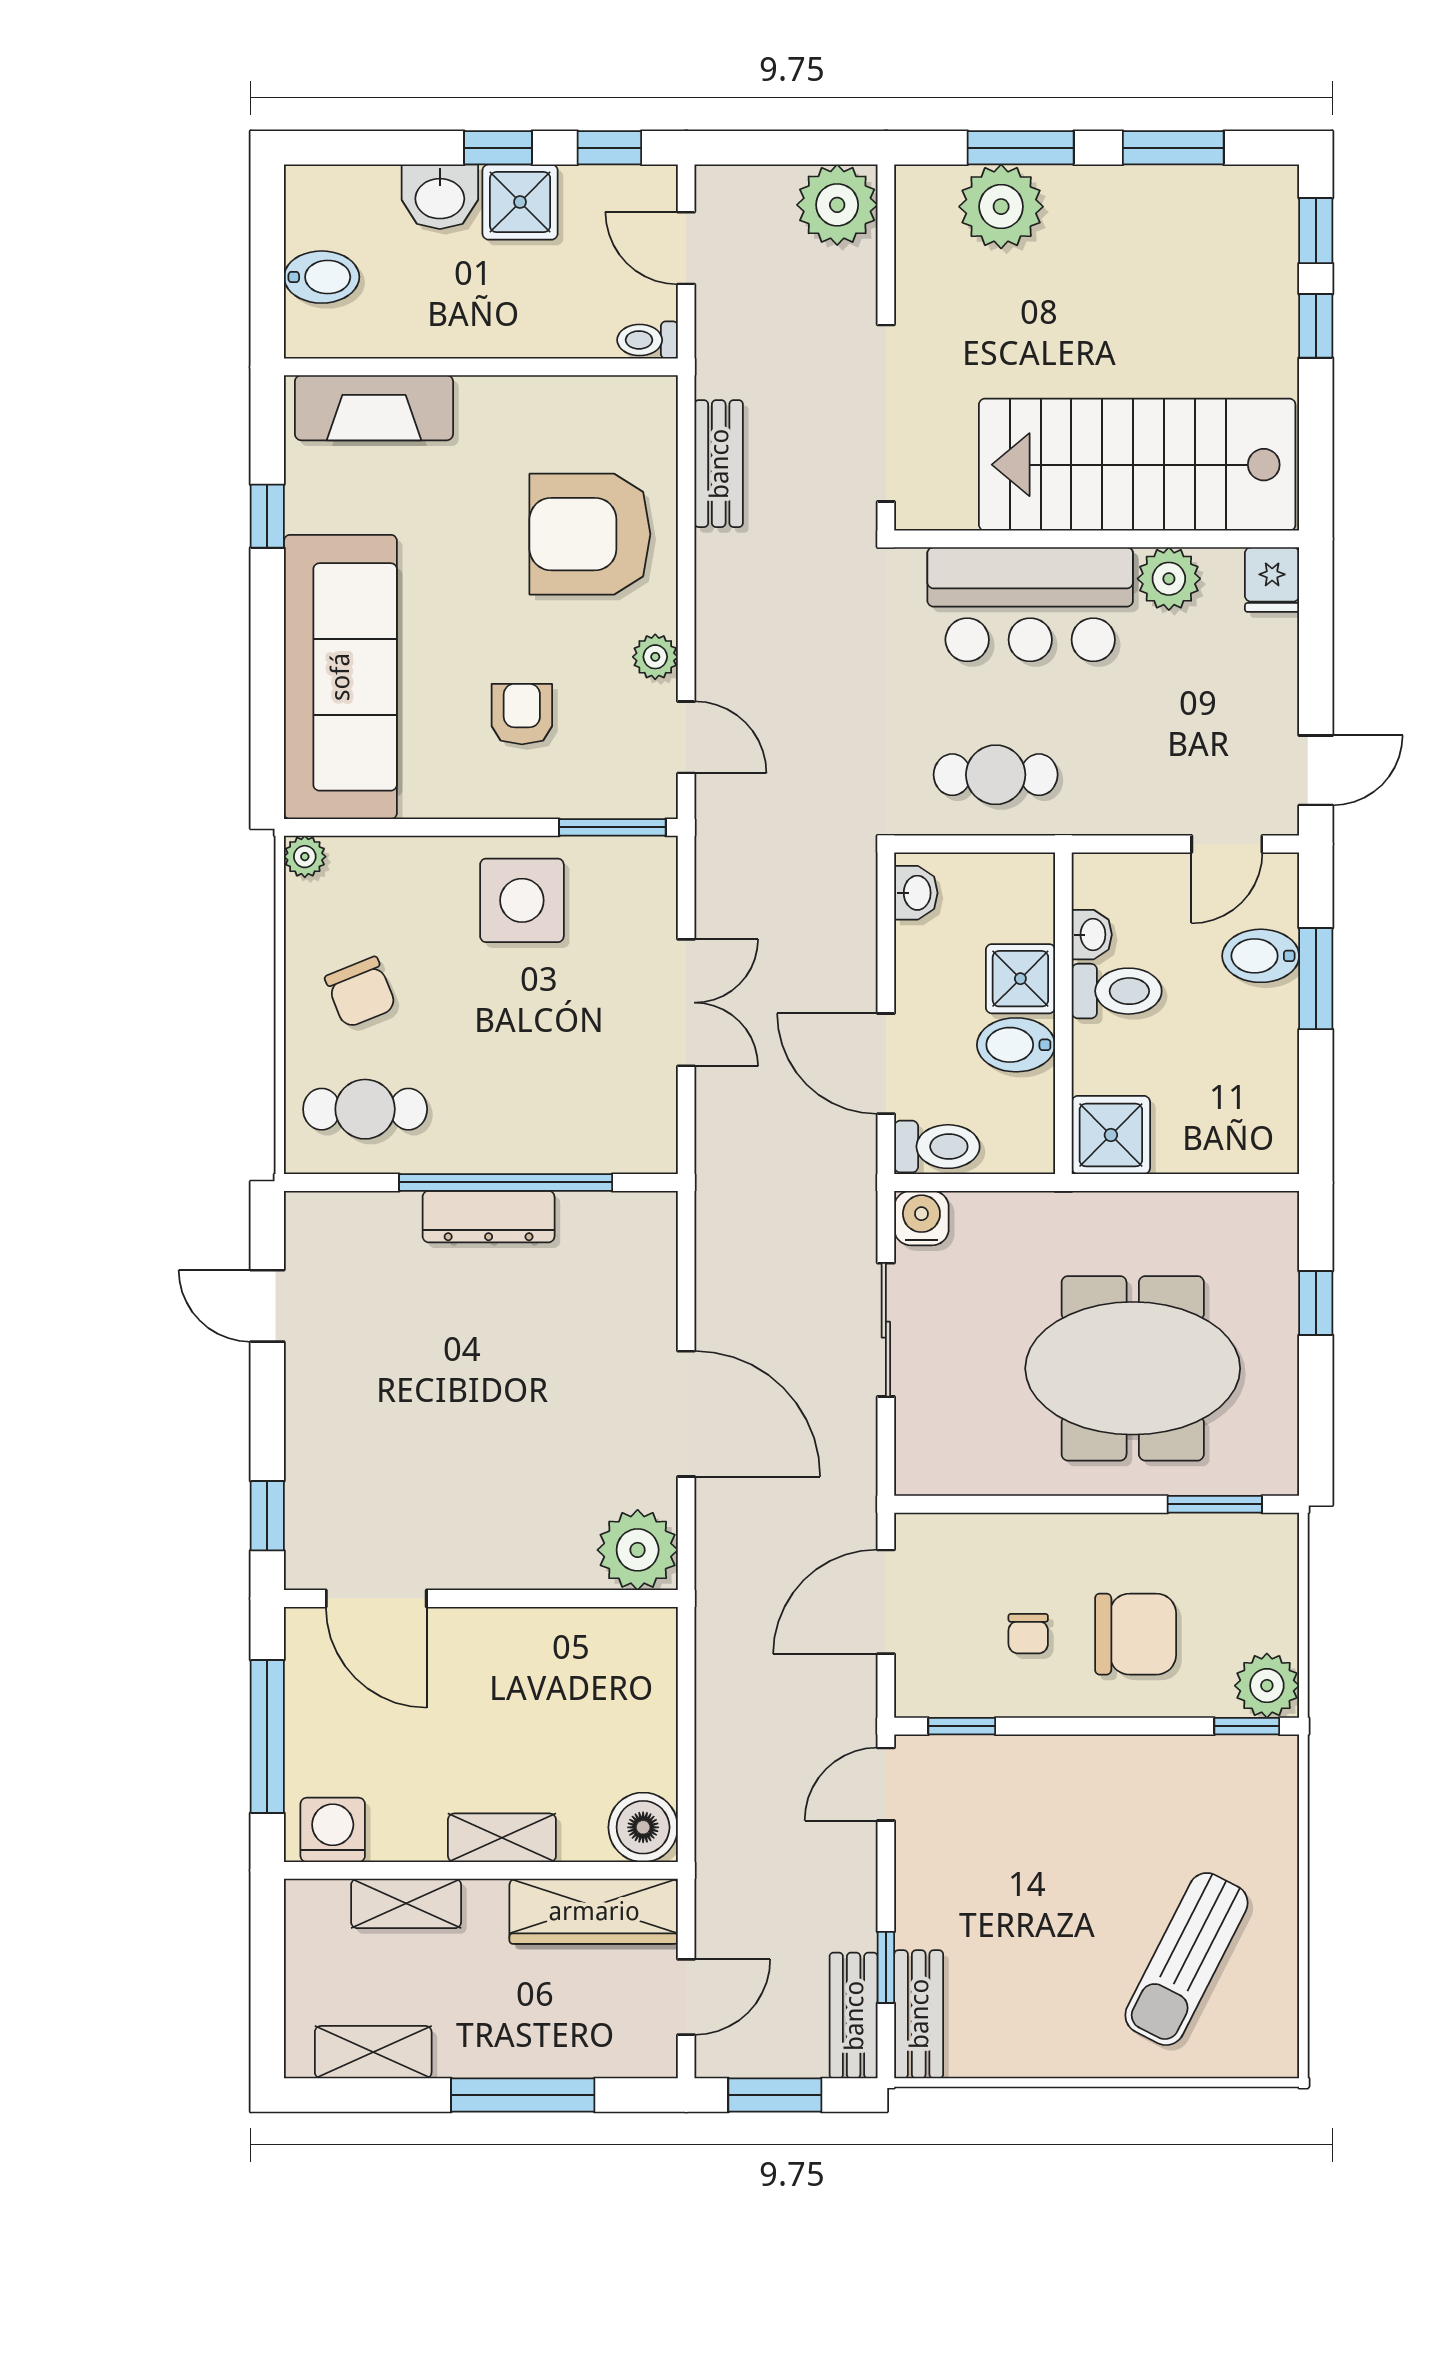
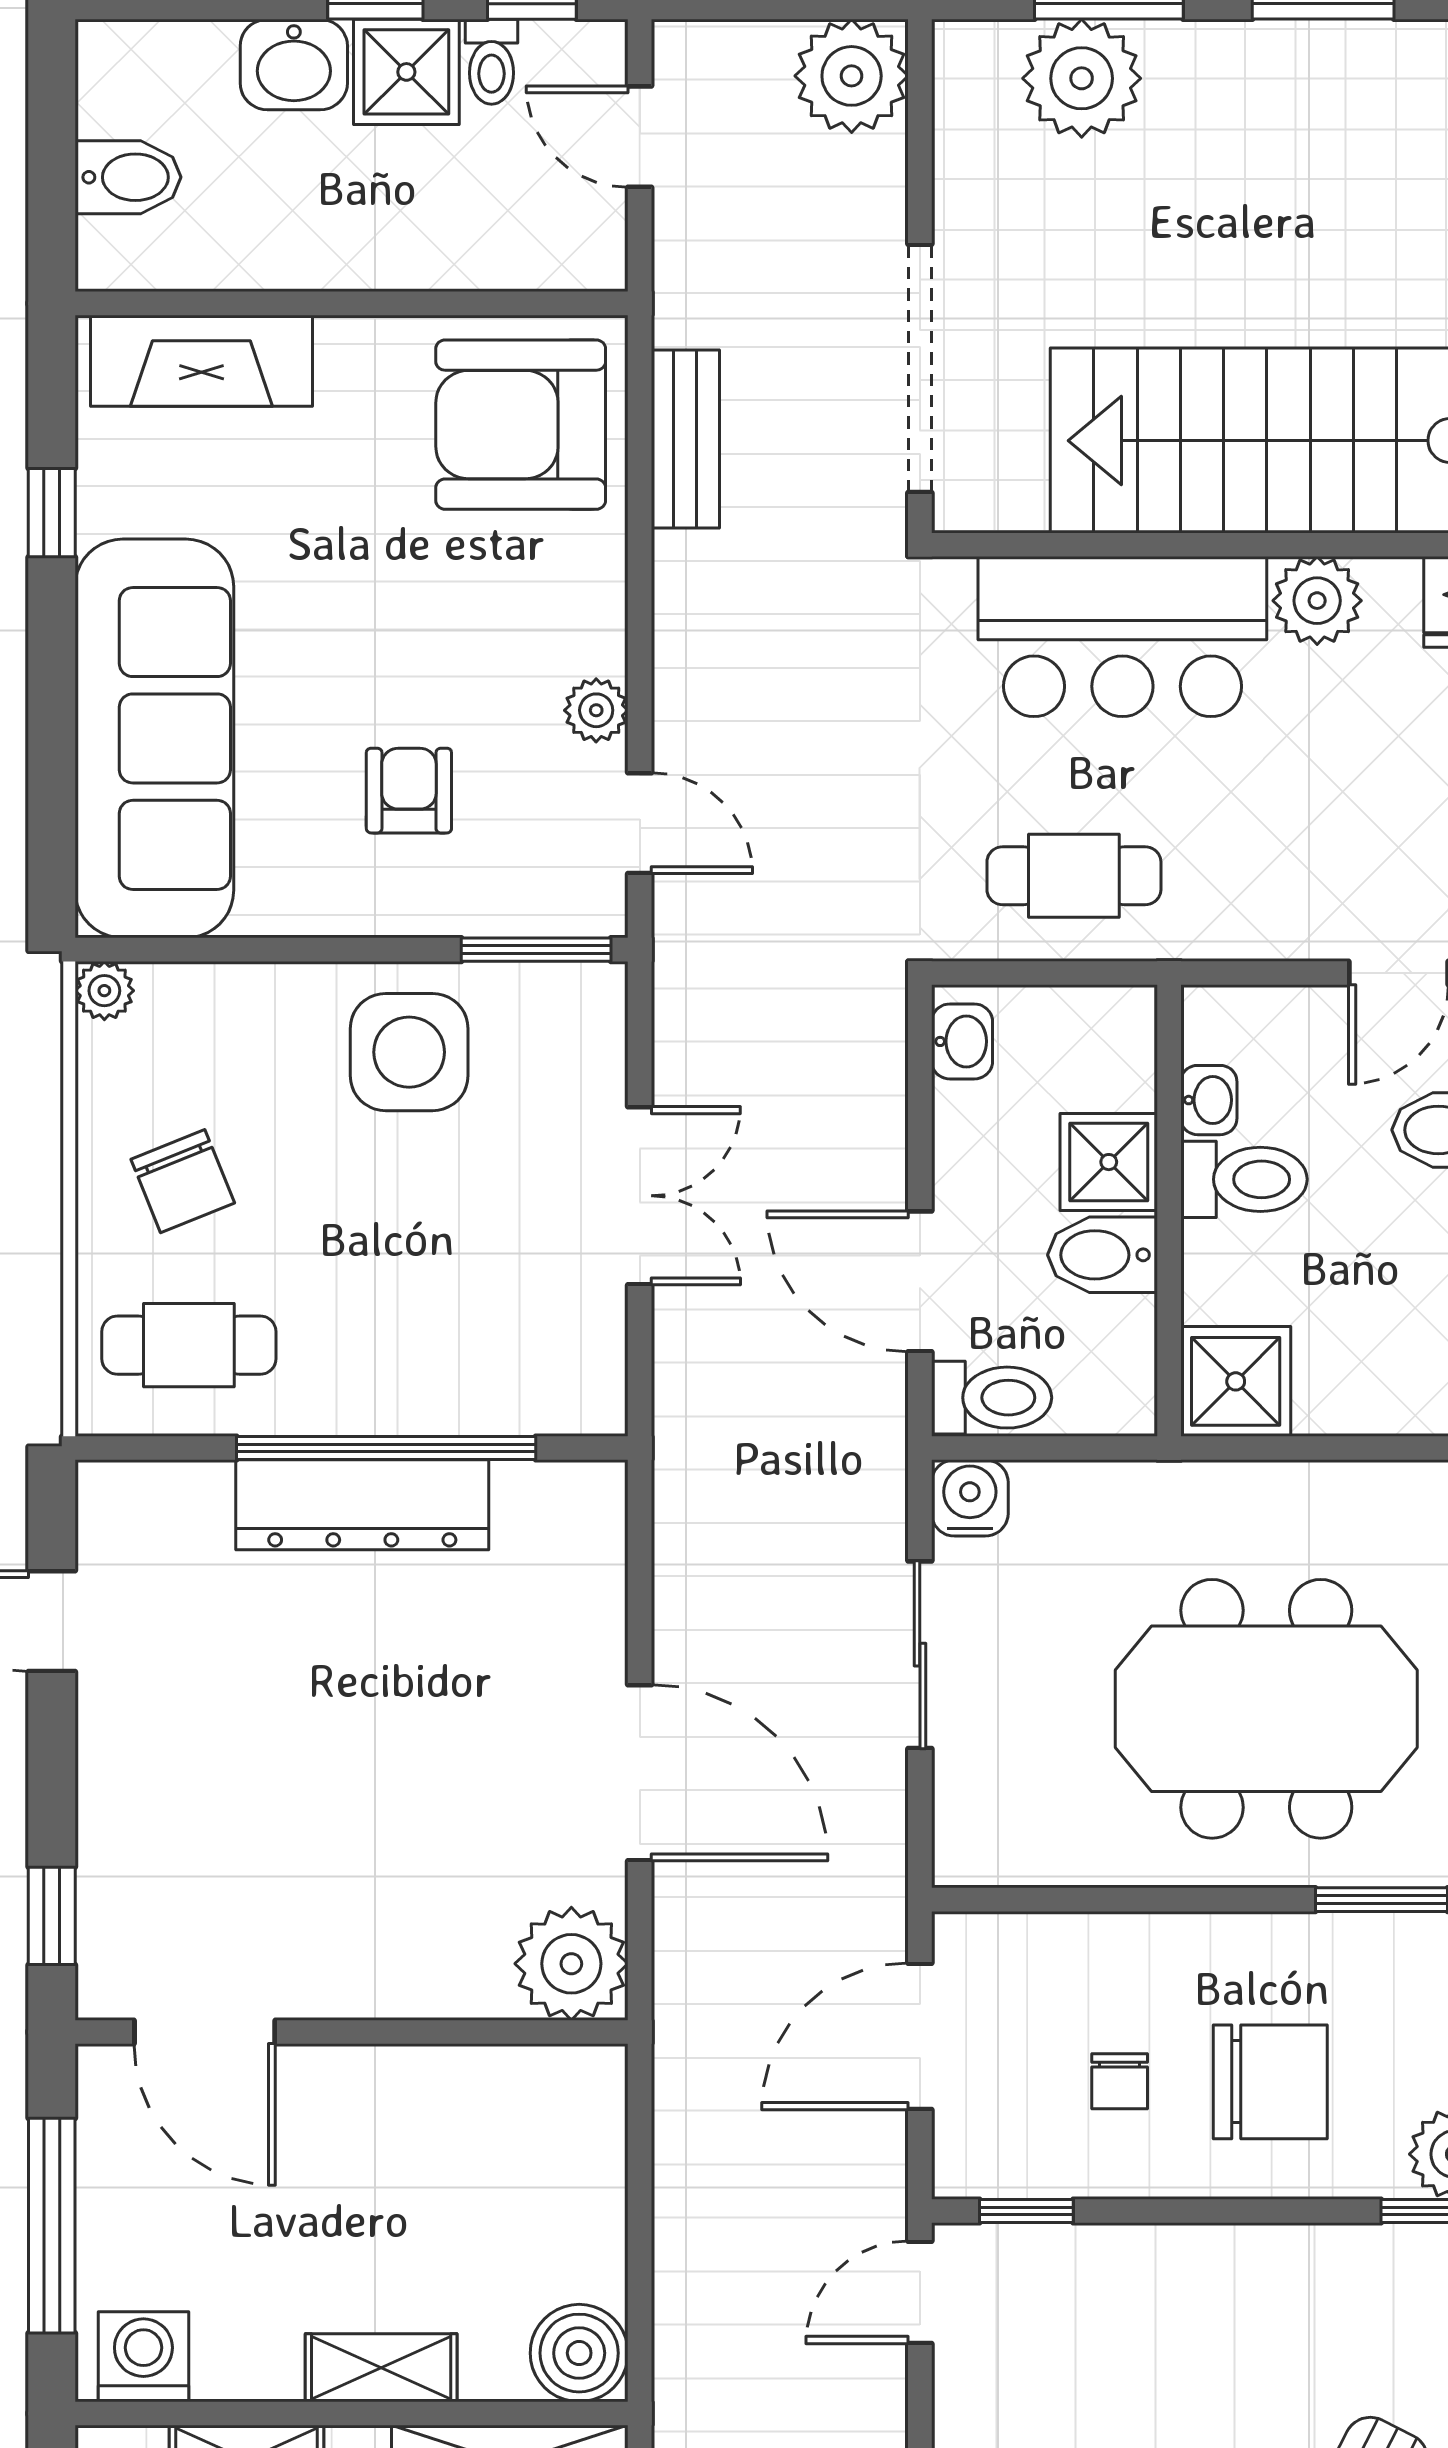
toilet: (648, 340) -> (492, 62), moved, turned -90
armchair: (590, 534) -> (521, 425), moved
dresser: (489, 1217) -> (362, 1505), width x1.37, depth x1.24

